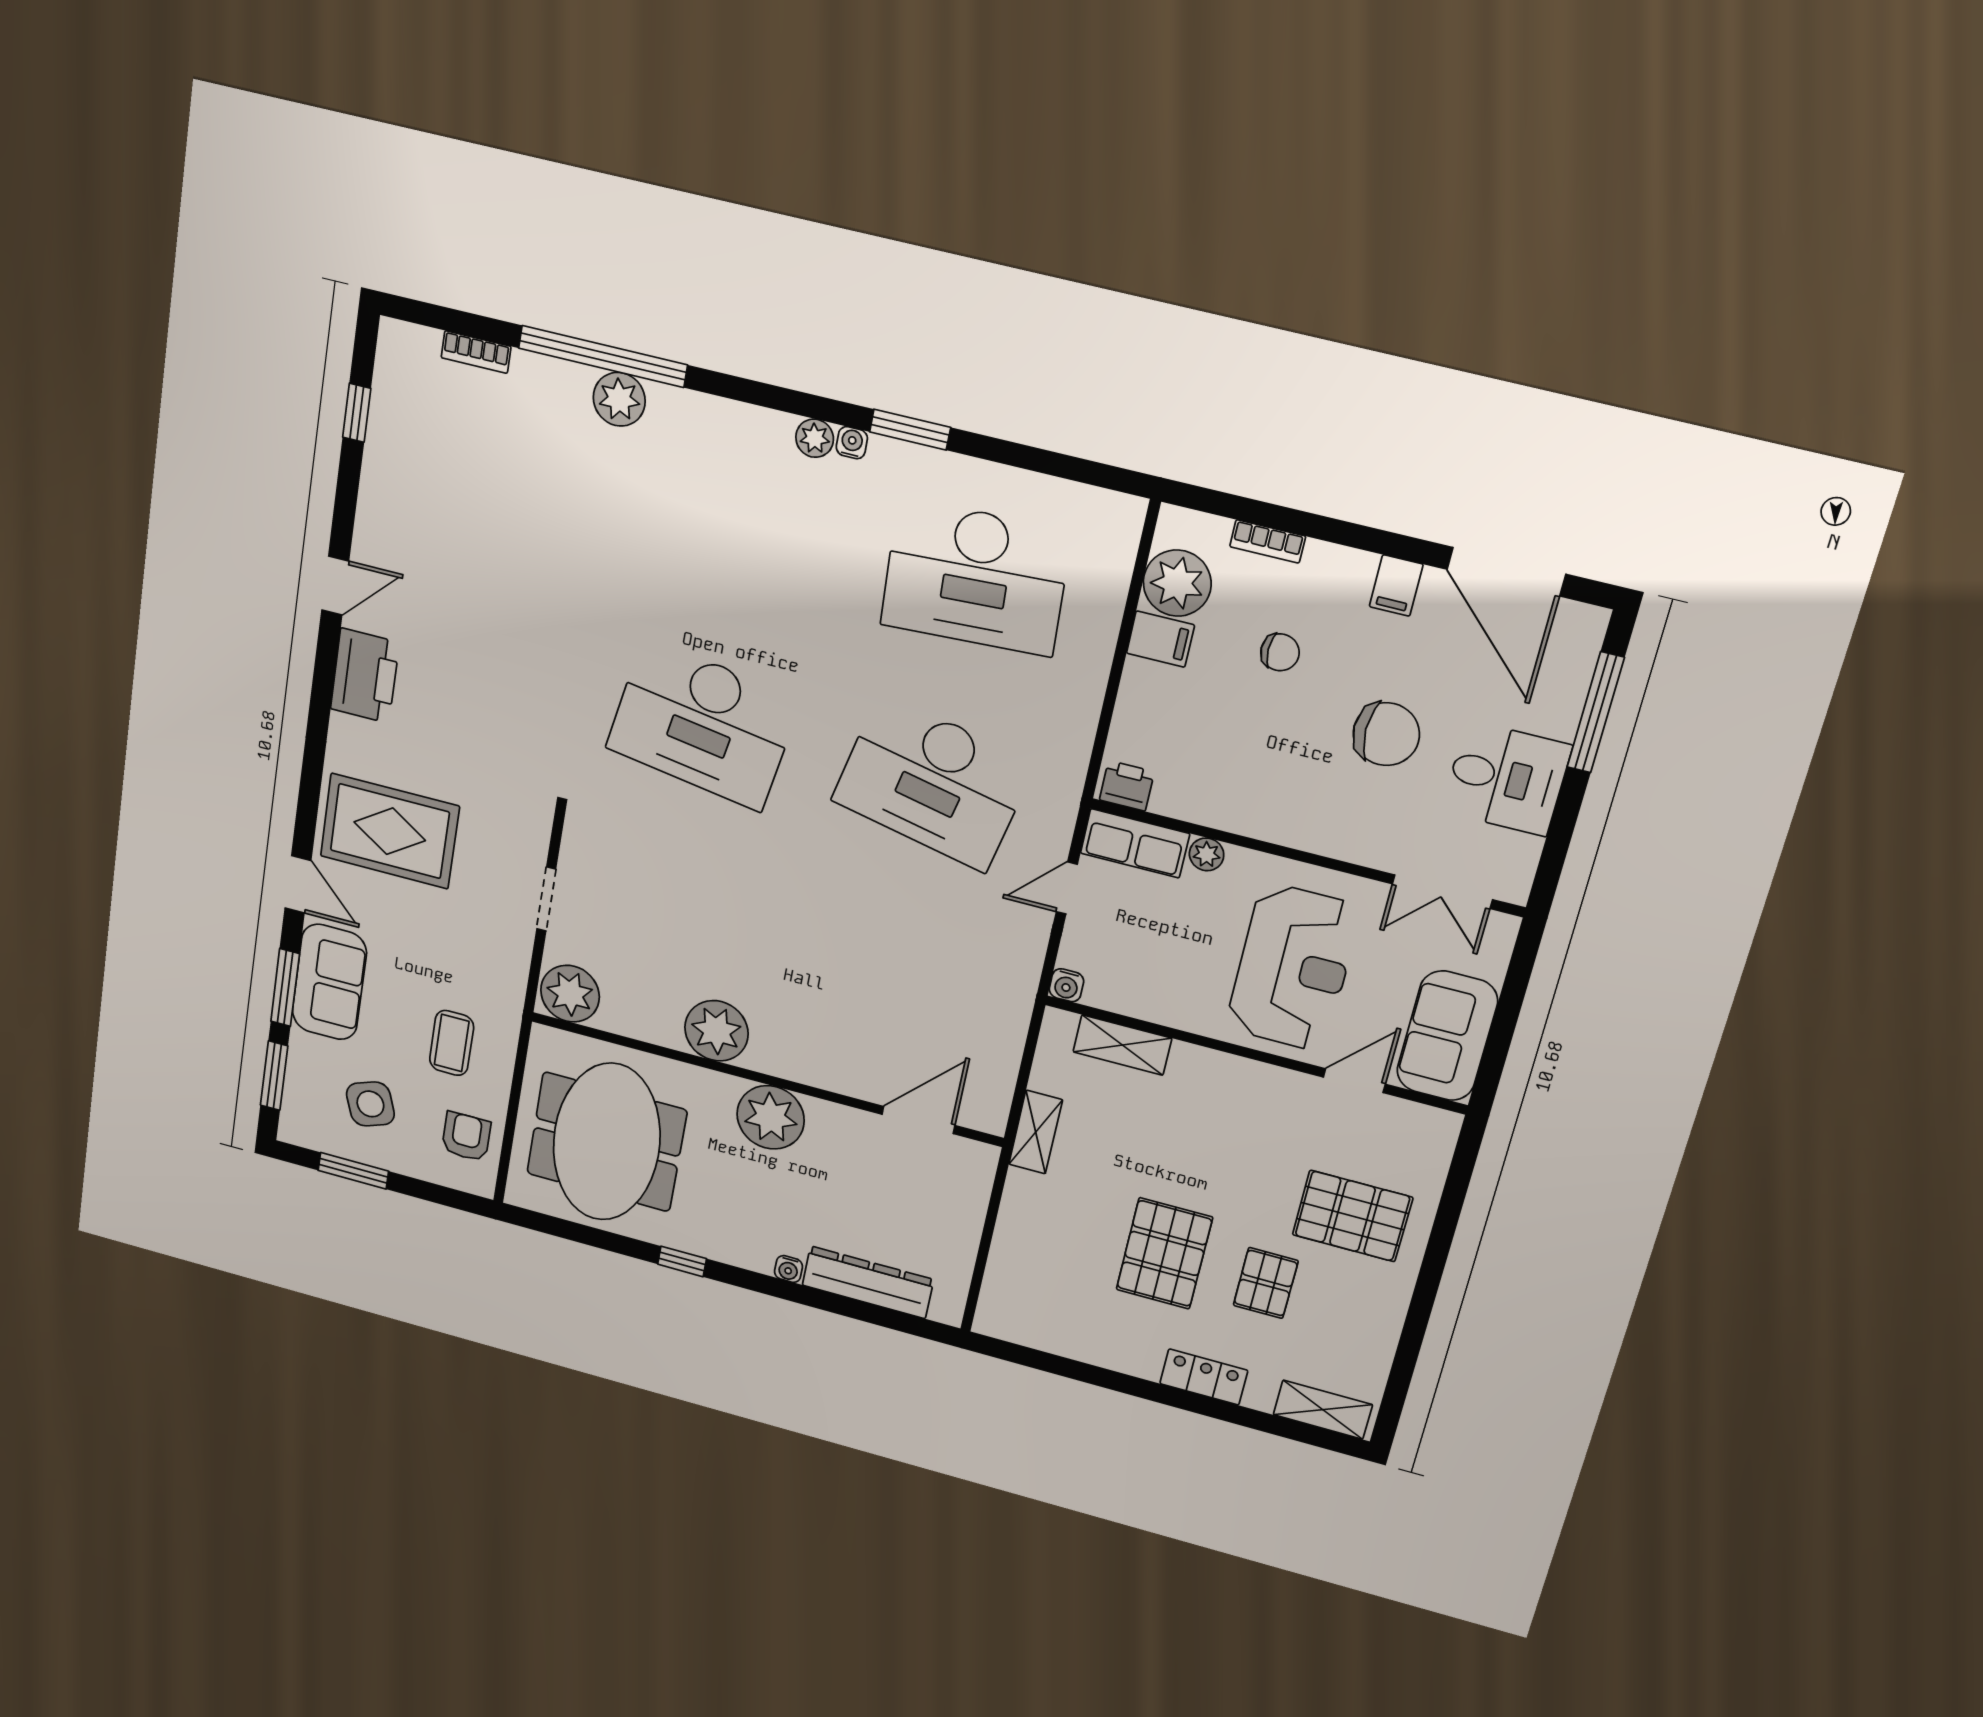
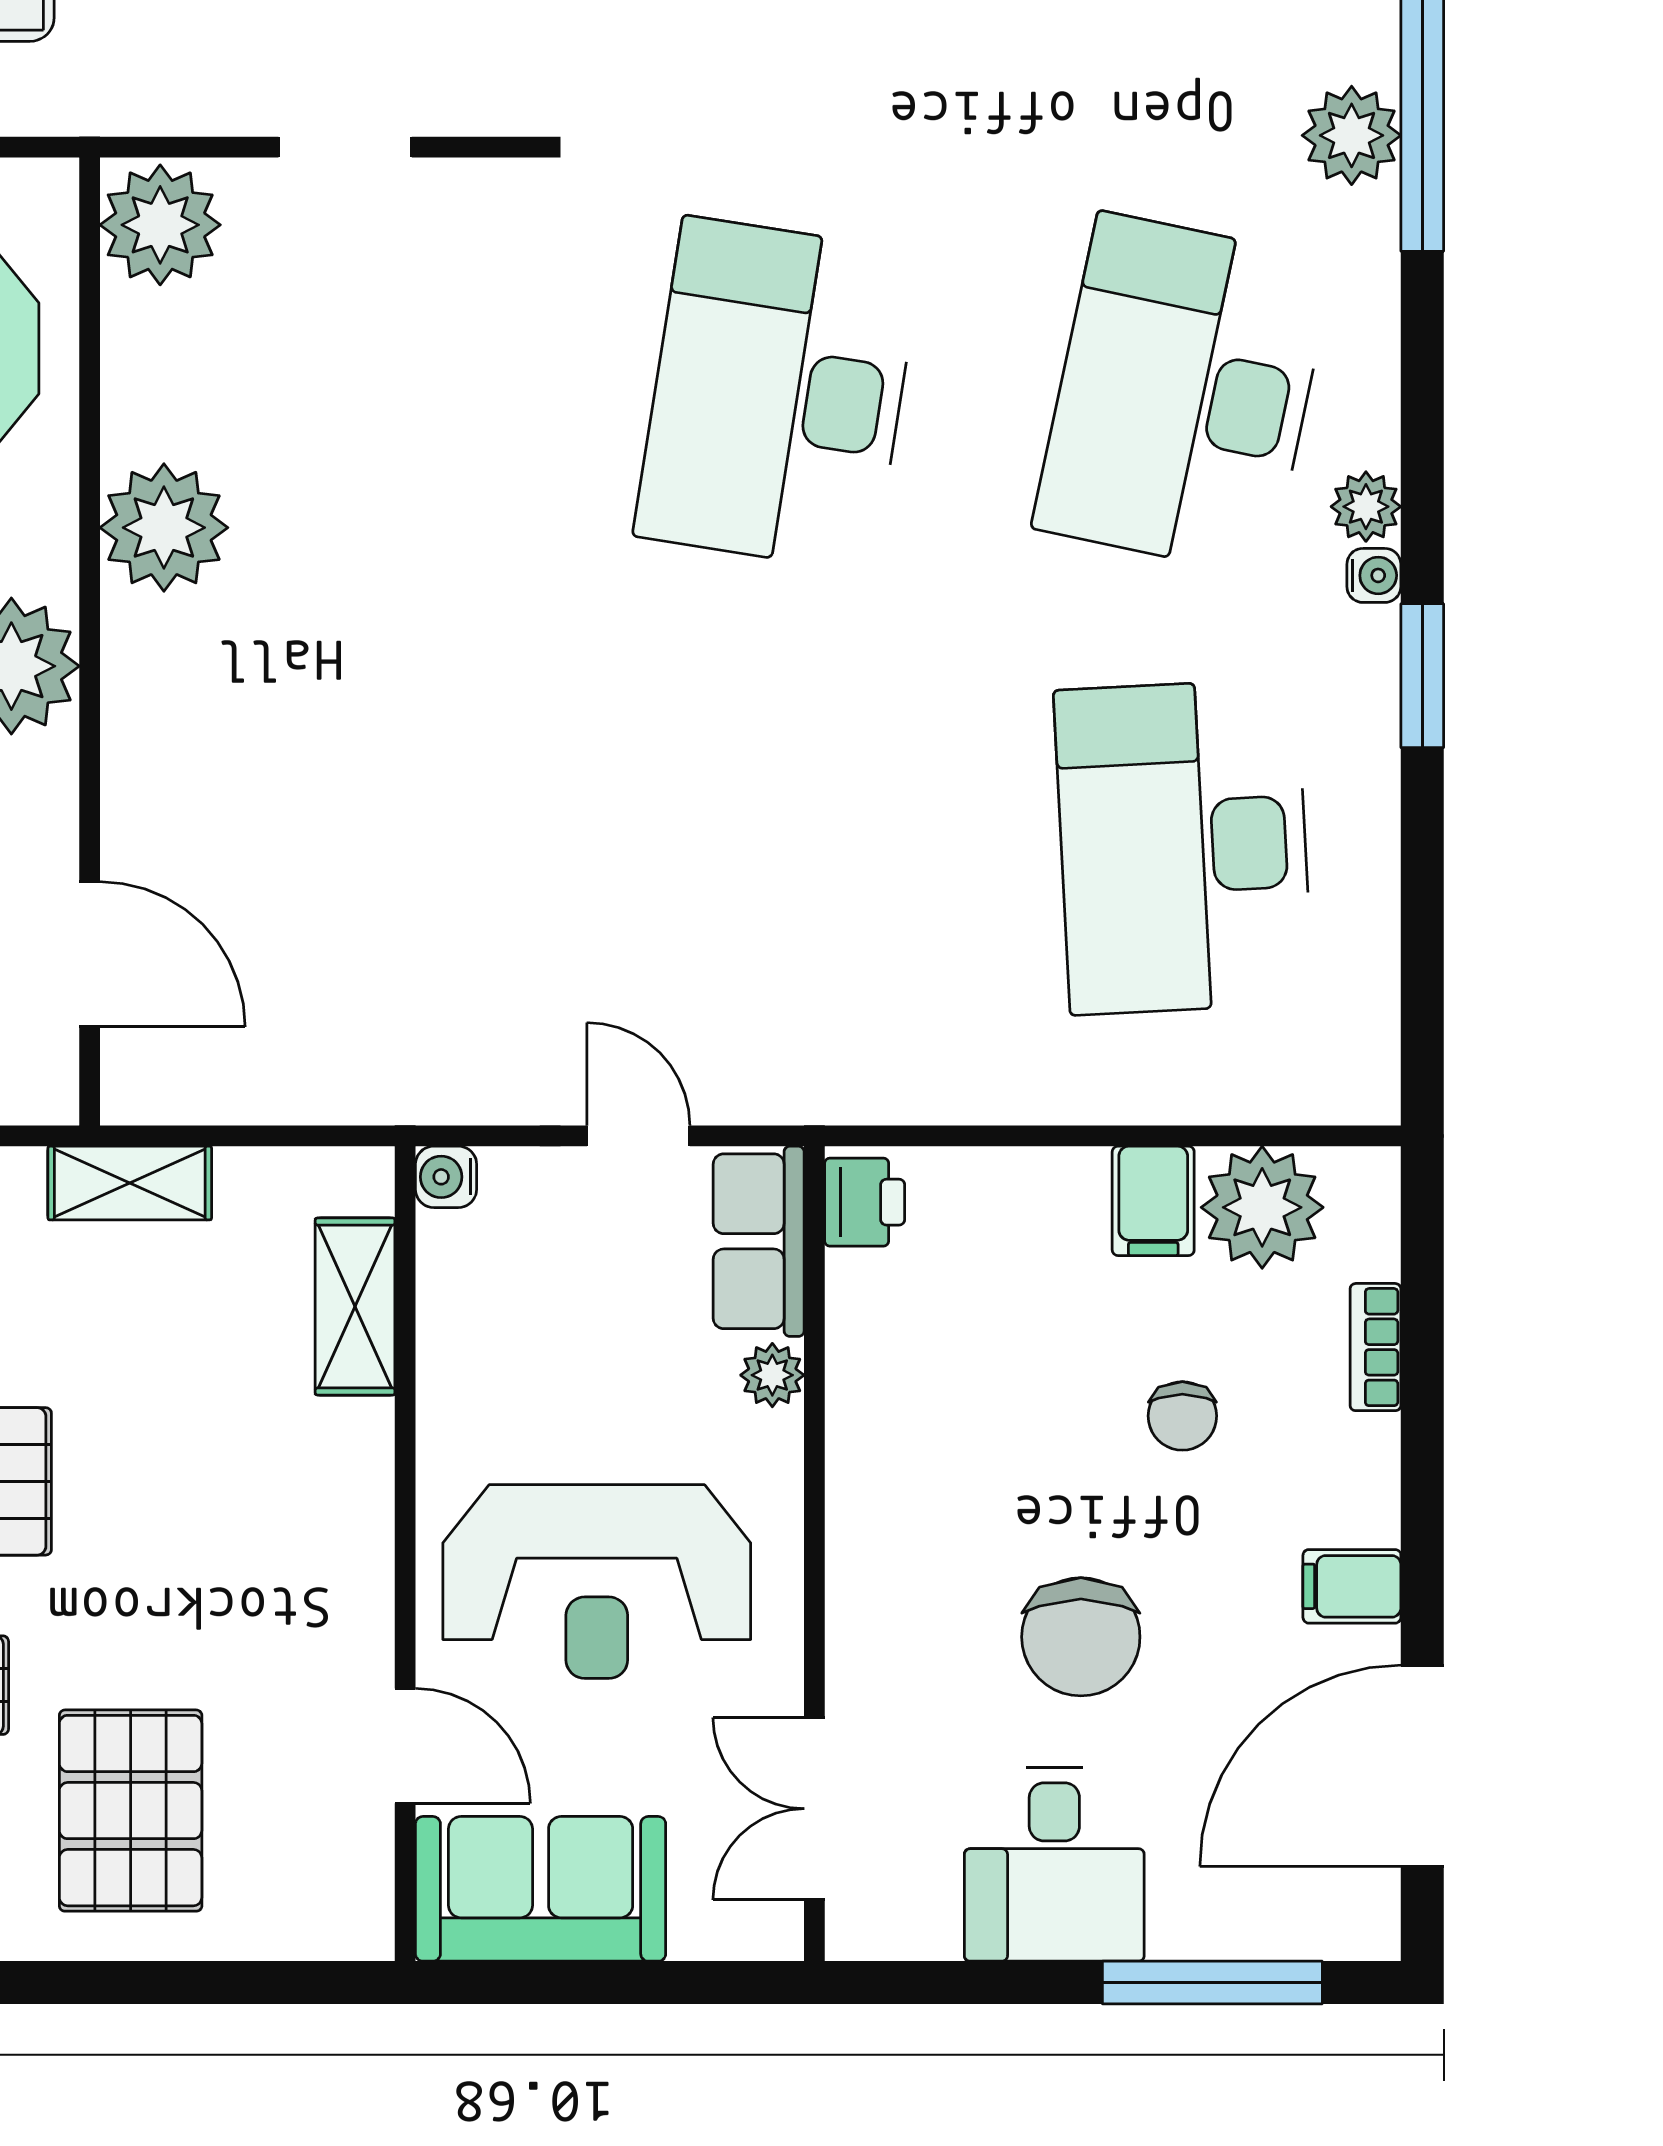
desk: (933, 782) -> (1183, 394), moved

